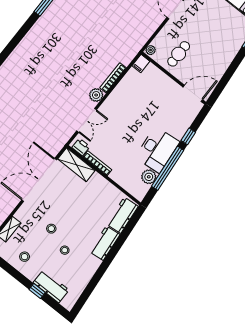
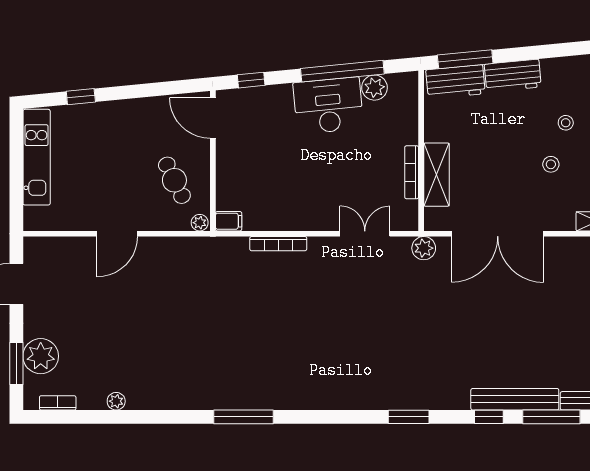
cafe table: (179, 54) -> (174, 180), turned 64
plant: (96, 95) -> (424, 248), moved
window: (188, 136) -> (251, 80), moved
printer: (81, 147) -> (408, 213), removed
shelving: (76, 165) -> (437, 175), moved
window: (129, 228) -> (465, 59), added

